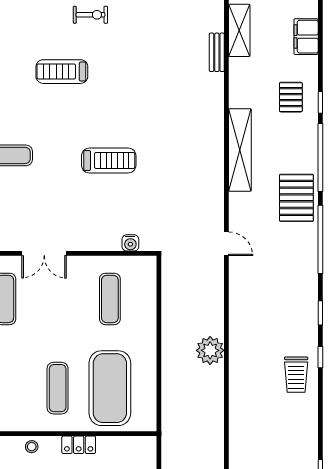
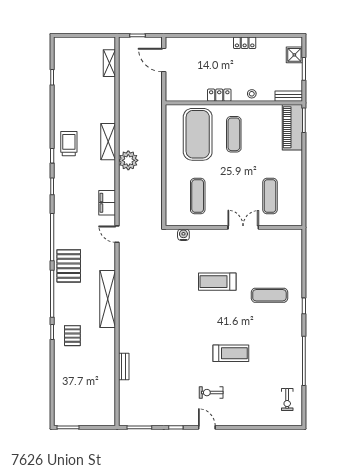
shelving: (239, 30) -> (108, 142), moved
filing cabinet: (306, 37) -> (107, 203), moved, turned 180
treadmill: (109, 161) -> (217, 282), moved

